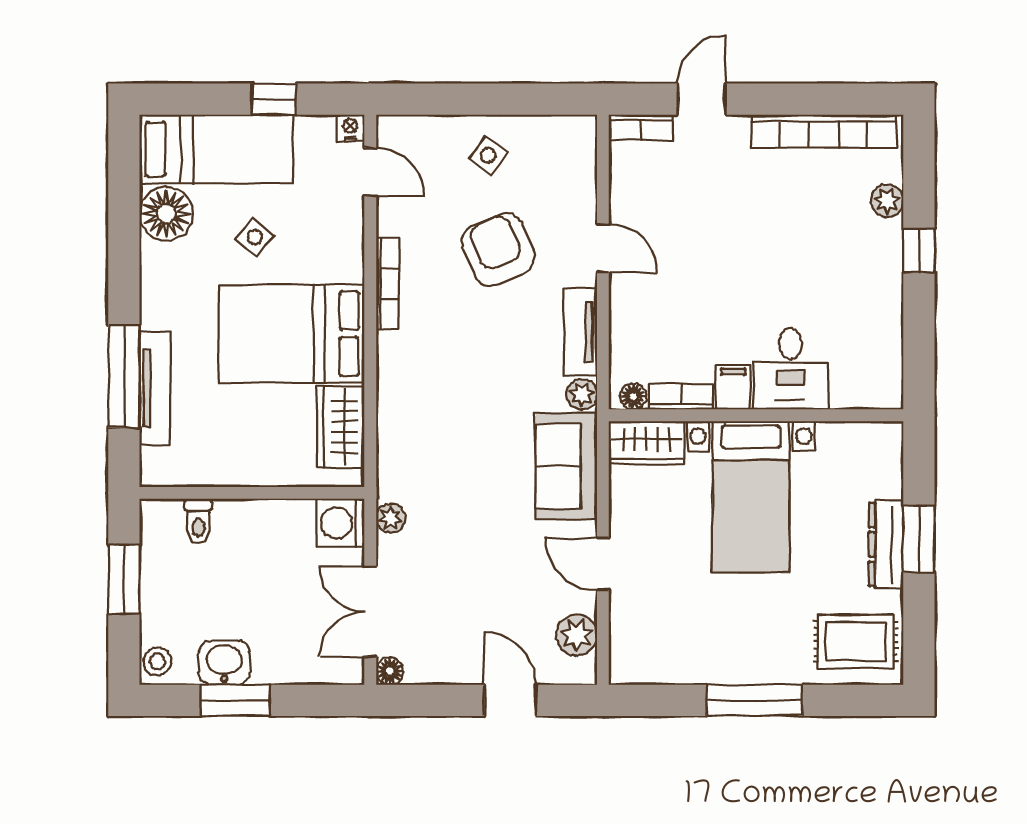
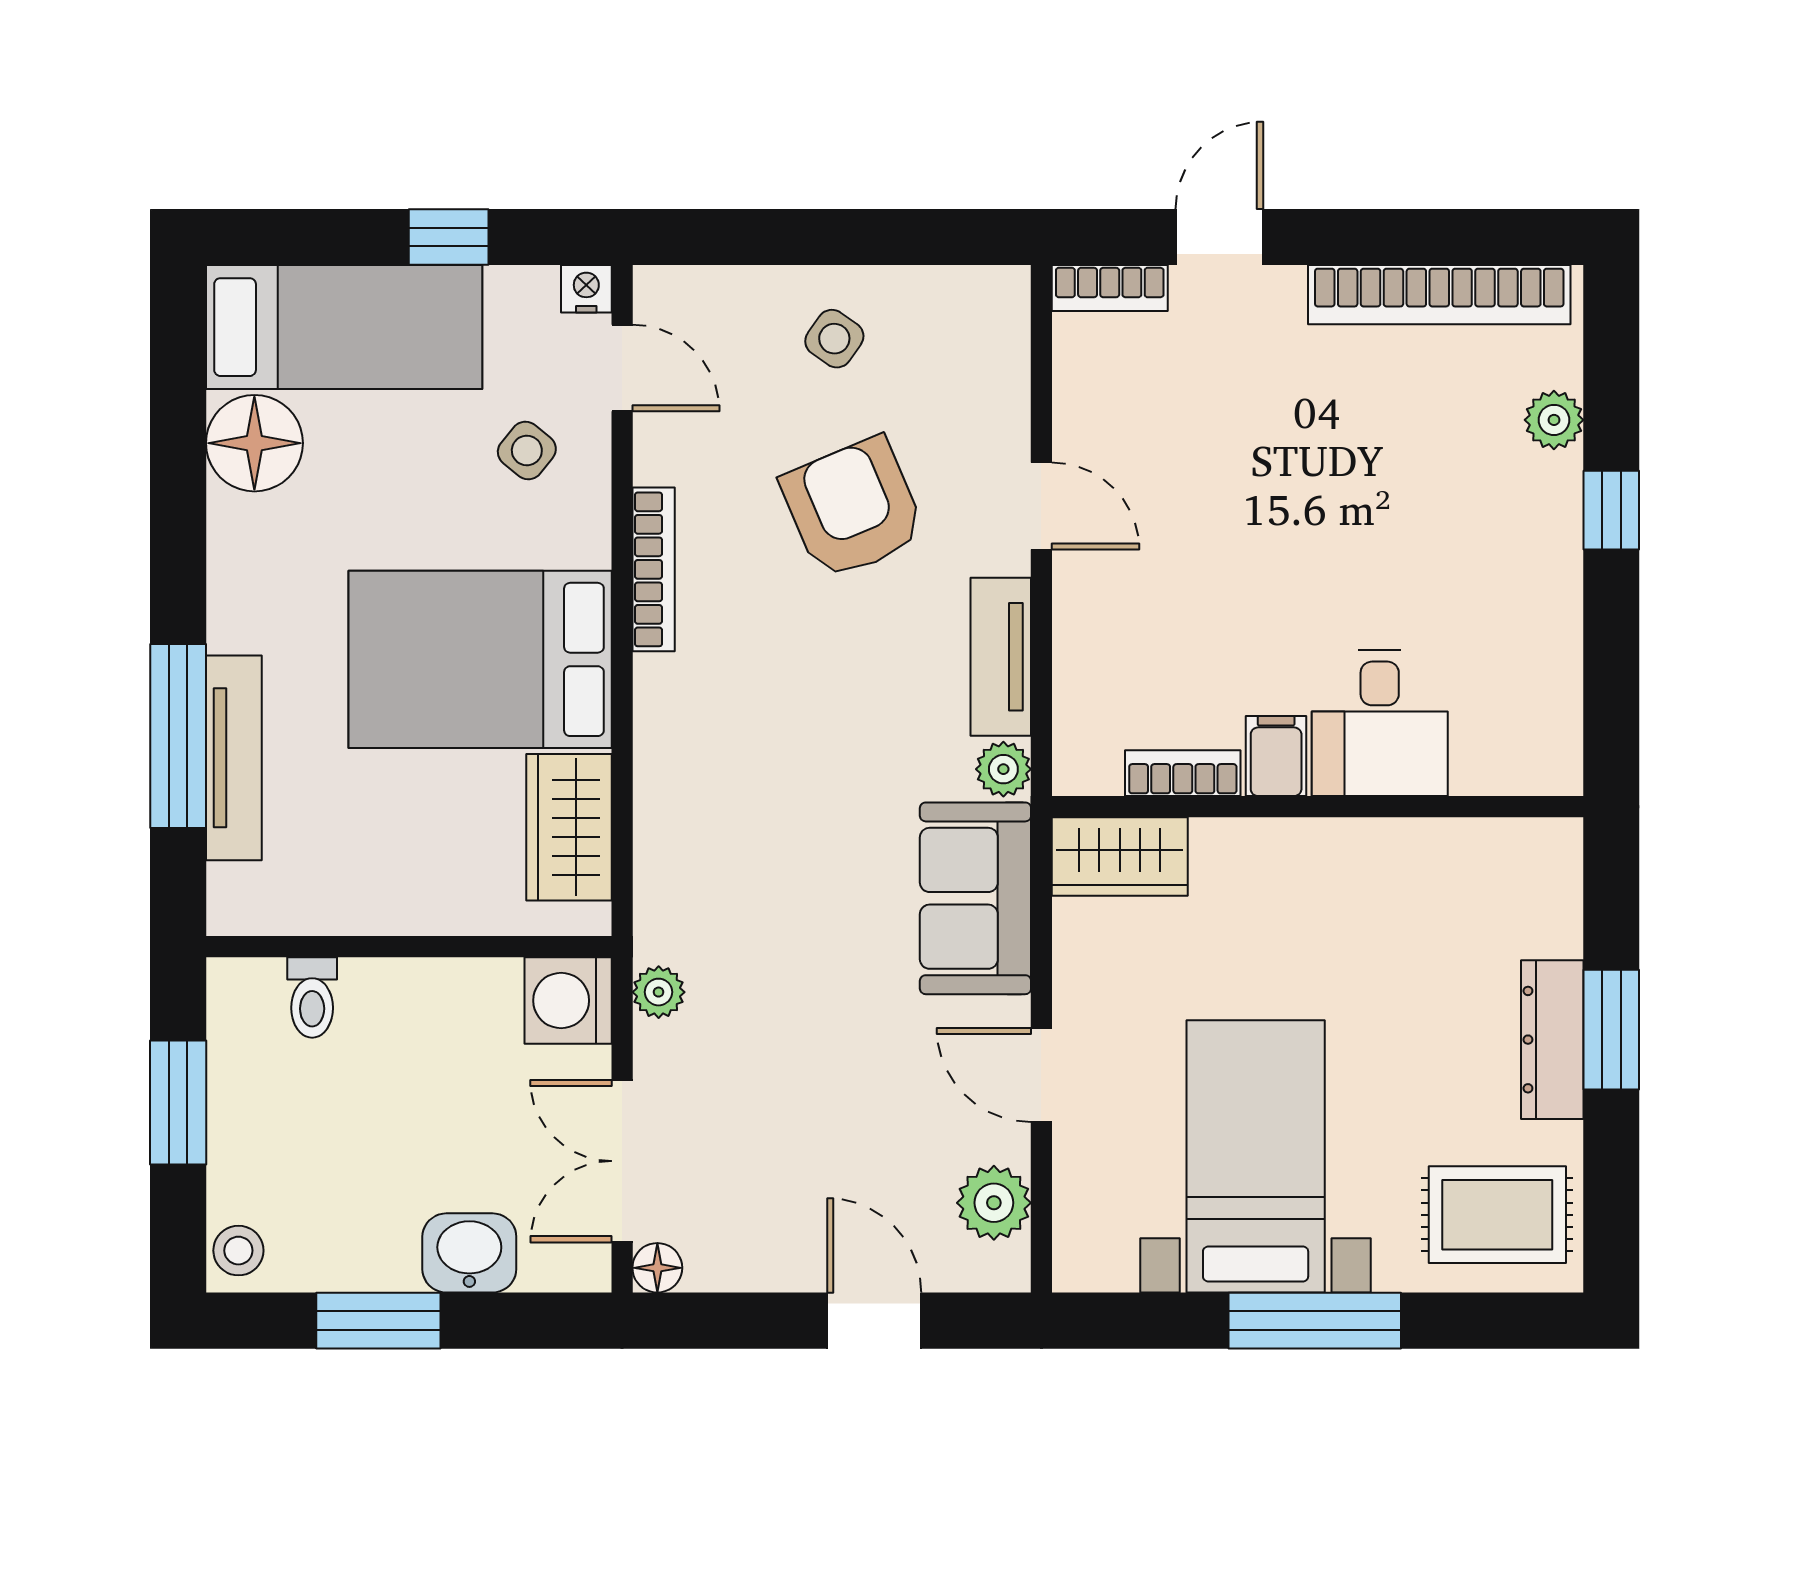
side table: (255, 237) -> (527, 450), moved
floor lamp: (633, 396) -> (1096, 773), removed
bed with nightstands: (751, 497) -> (1256, 1156), moved, turned 180
washbasin: (224, 663) -> (469, 1253), moved

